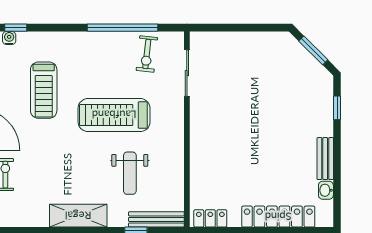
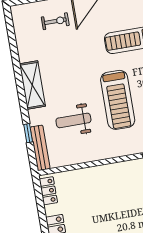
treadmill: (114, 115) -> (118, 100), turned 180

